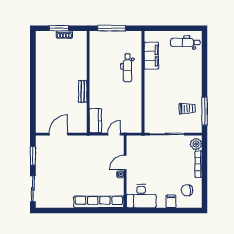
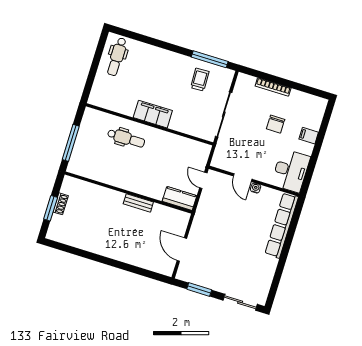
filing cabinet: (151, 56) -> (153, 114), moved
plant: (196, 144) -> (247, 82), removed
chair: (187, 190) -> (276, 124), moved

